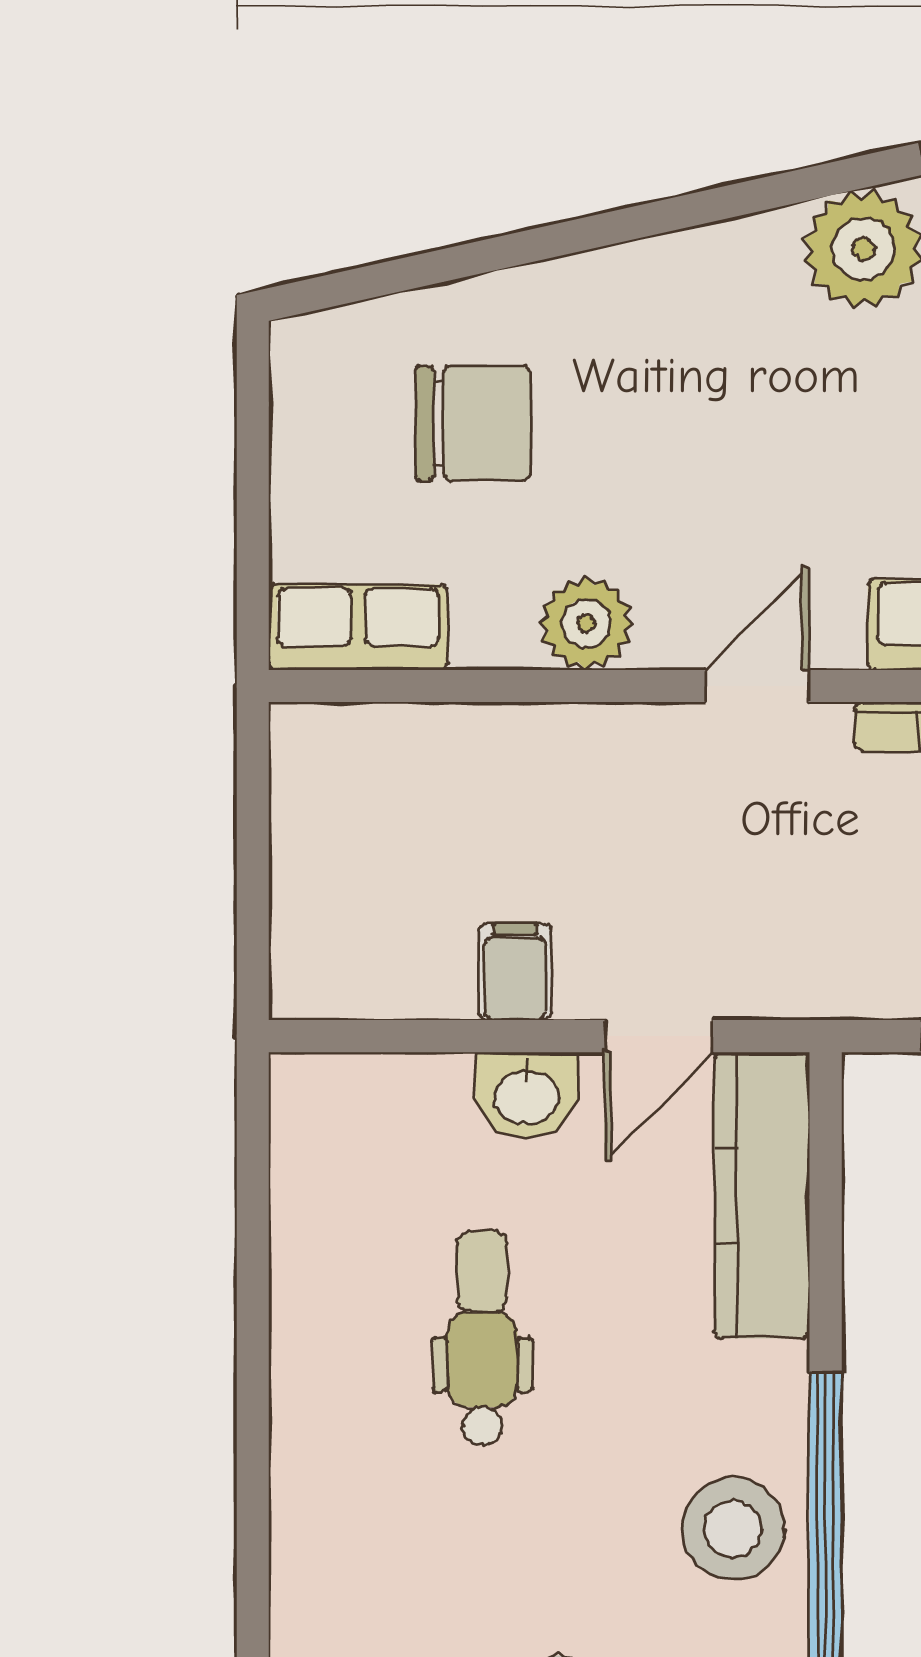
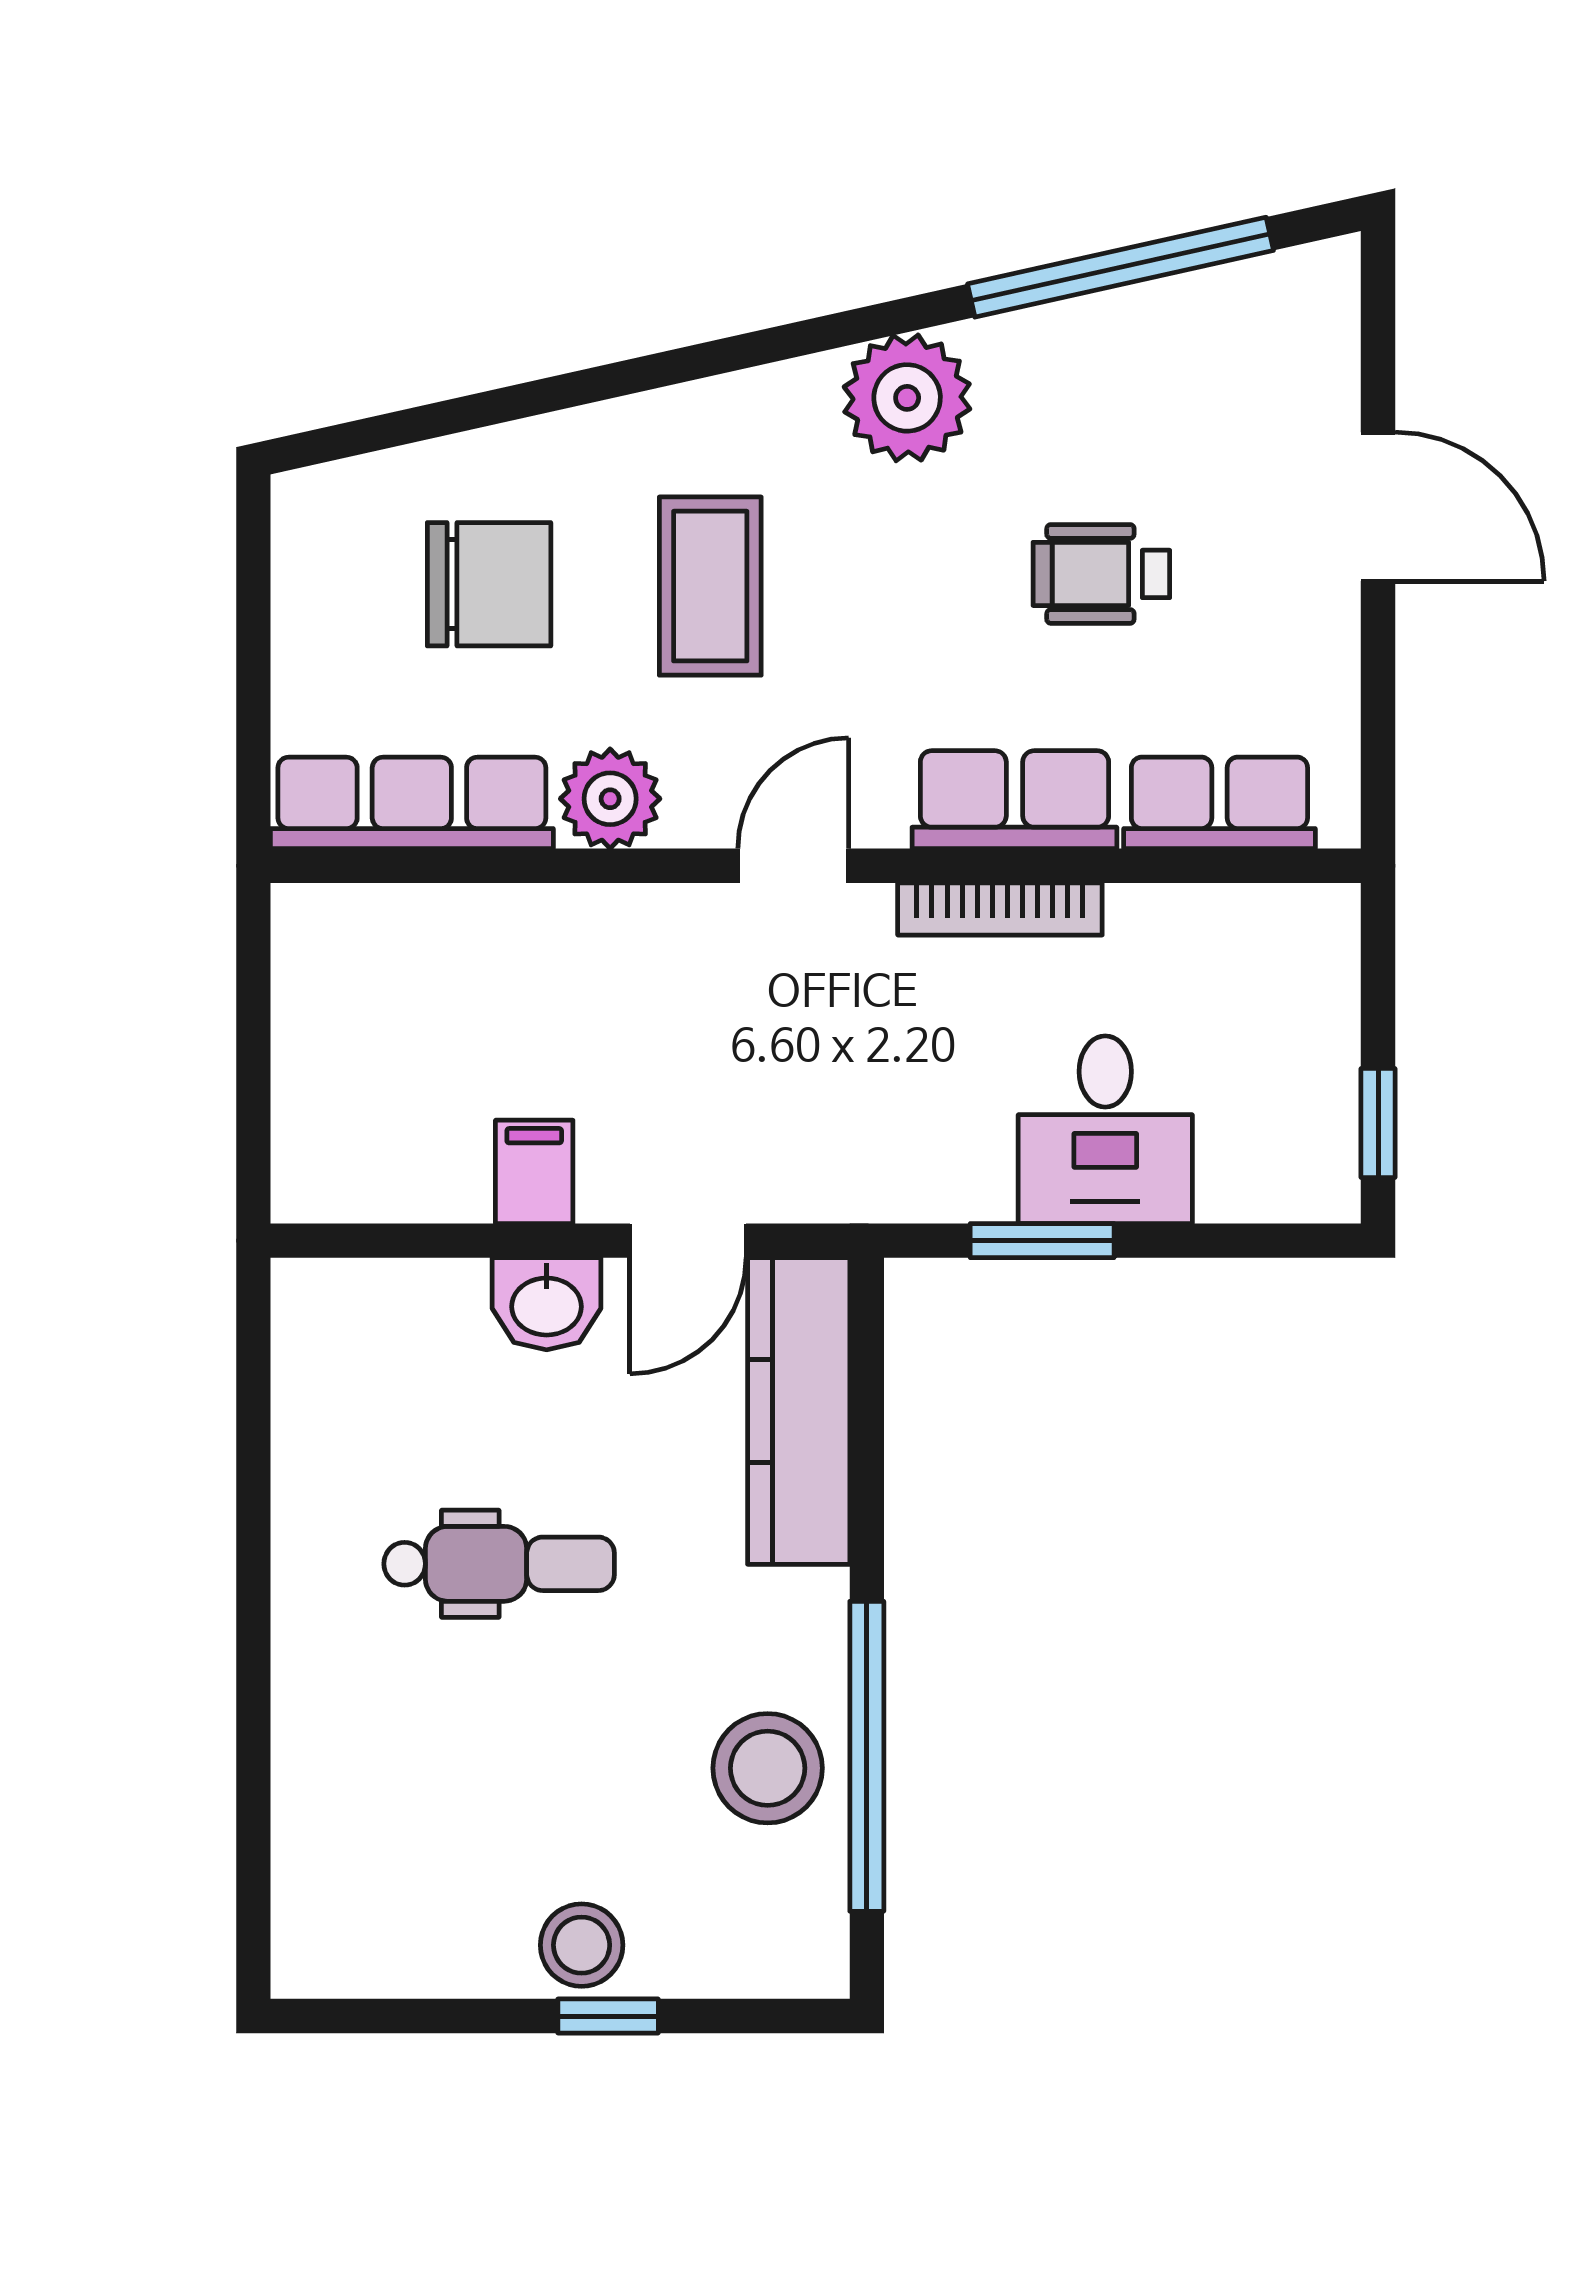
coffee table: (679, 425) -> (710, 586), added
row of seats: (358, 627) -> (412, 803), width x1.48
dental chair: (482, 1338) -> (499, 1564), turned 90

